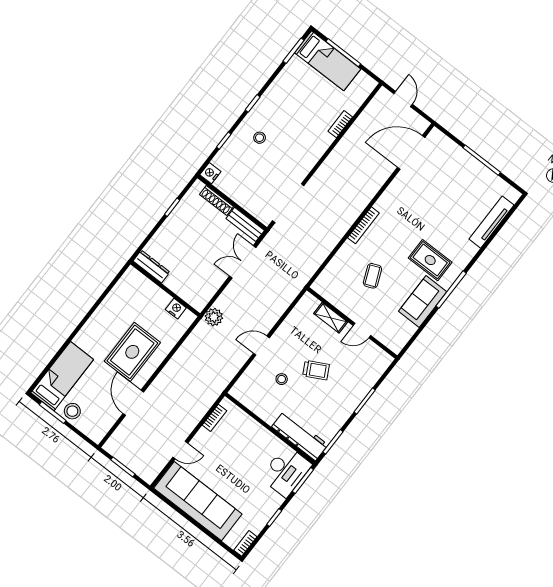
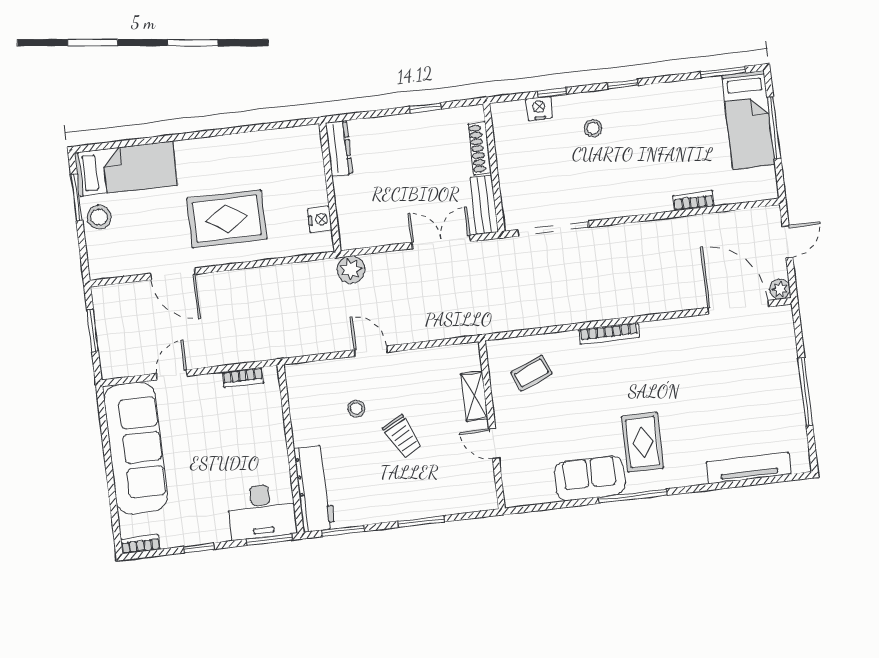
plant: (422, 125) -> (780, 289), added
nightstand: (210, 173) -> (539, 108), moved
coffee table: (372, 276) -> (532, 373), moved
door: (133, 403) -> (173, 274), swing flipped
door: (180, 450) -> (172, 375), swing flipped

